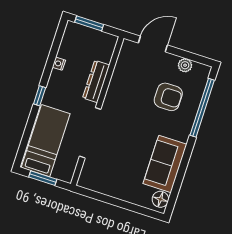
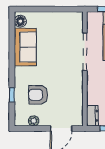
dresser: (96, 81) -> (92, 116), moved, width x0.70
window: (202, 108) -> (12, 95), width x0.32

